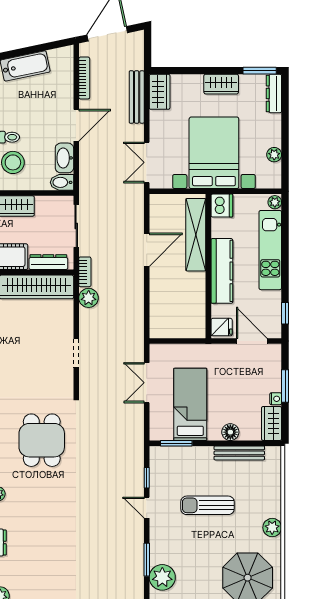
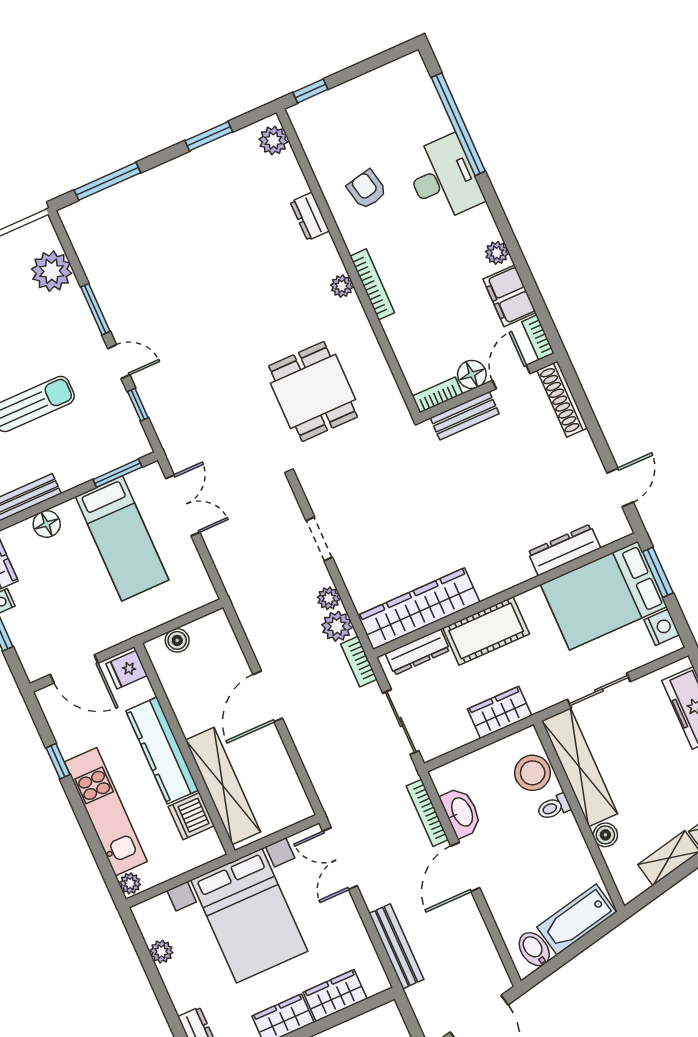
bookcase: (84, 78) -> (427, 813), moved
wardrobe: (160, 92) -> (335, 995), moved, turned 90
double door: (147, 162) -> (340, 859), swing flipped
bidet: (62, 182) -> (534, 949), moved, turned -102
dishwasher: (222, 206) -> (191, 816), moved
door: (147, 250) -> (268, 696), moved
window: (285, 313) -> (58, 761), moved
plant: (86, 316) -> (329, 598), added
boiler: (185, 331) -> (177, 640), added
double door: (147, 383) -> (183, 505), moved
window: (147, 560) -> (95, 309), moved

